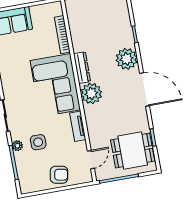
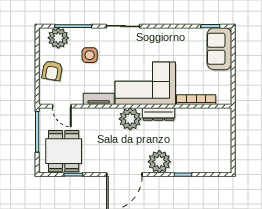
plant: (17, 146) -> (58, 38), moved, width x1.87, depth x1.87

